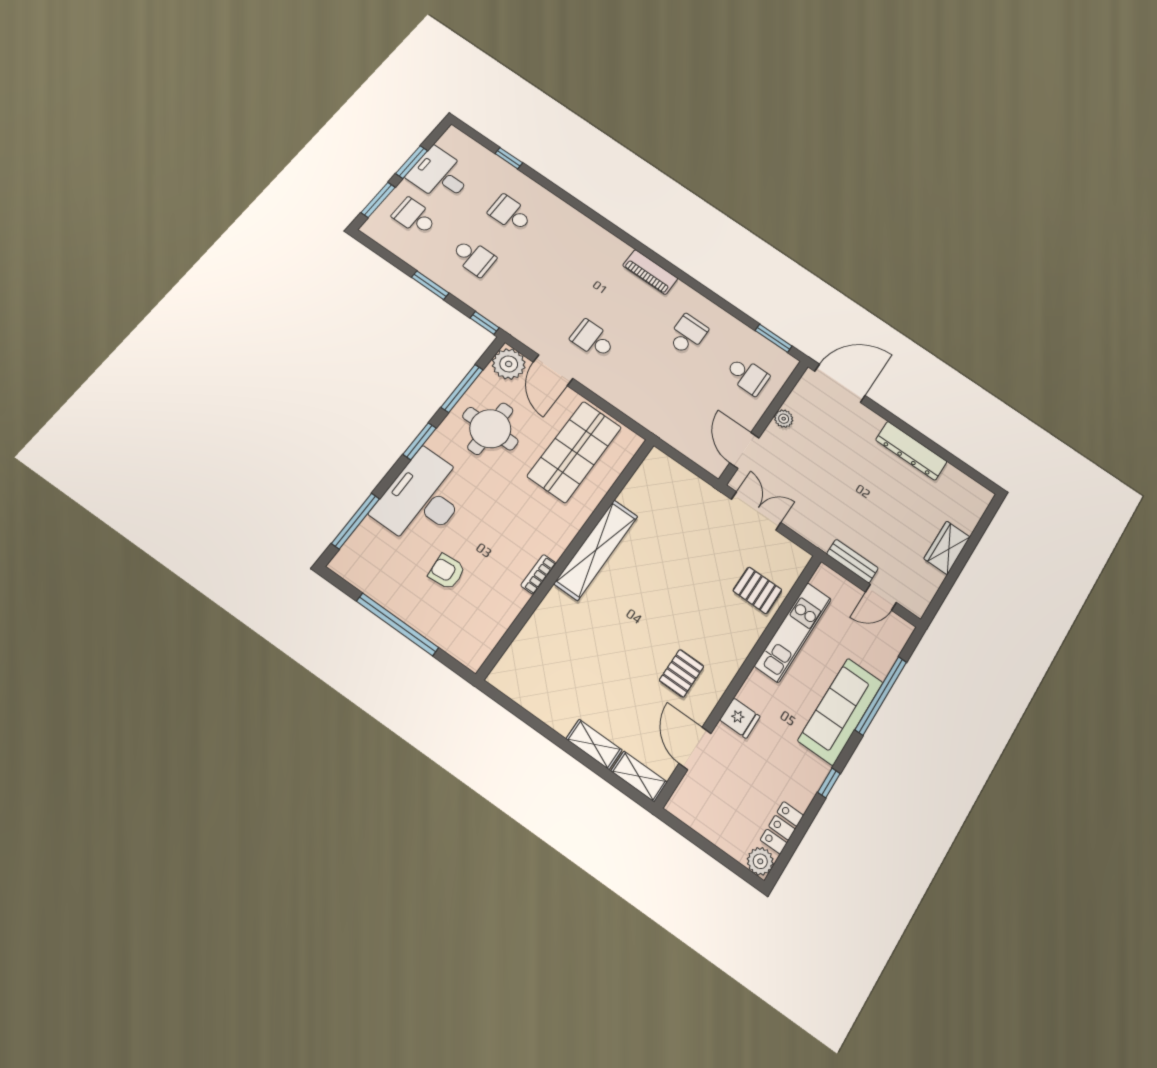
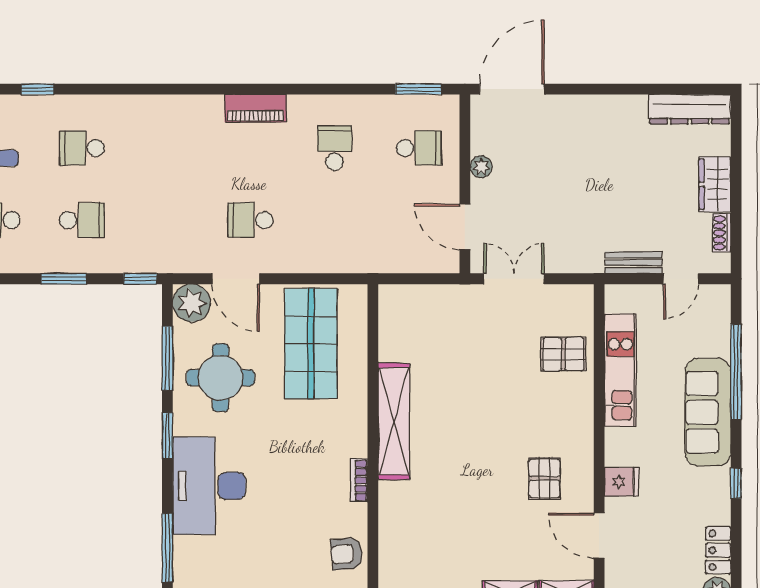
dresser: (911, 451) -> (690, 109), moved
armchair: (447, 572) -> (347, 554), moved
shoe rack: (931, 585) -> (722, 233), added

